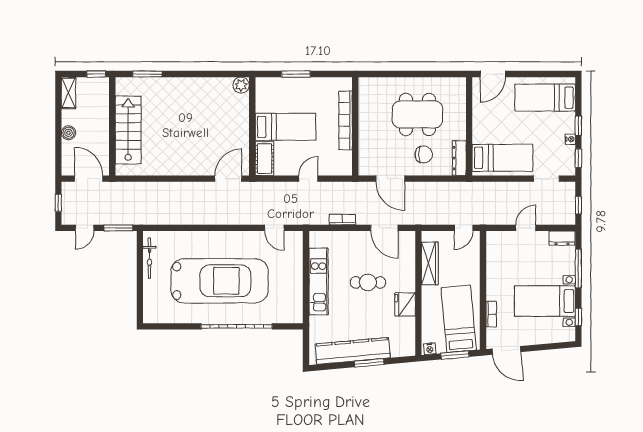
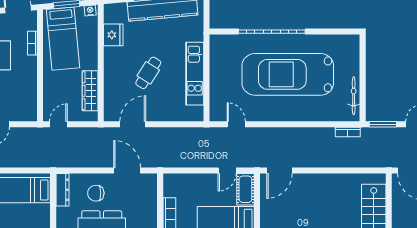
door: (308, 179) -> (227, 170), moved
bookcase: (342, 220) -> (348, 132), moved
door: (384, 228) -> (133, 124), hinge flipped
cafe table: (368, 282) -> (148, 73), turned -58
fridge: (405, 304) -> (113, 35), moved

